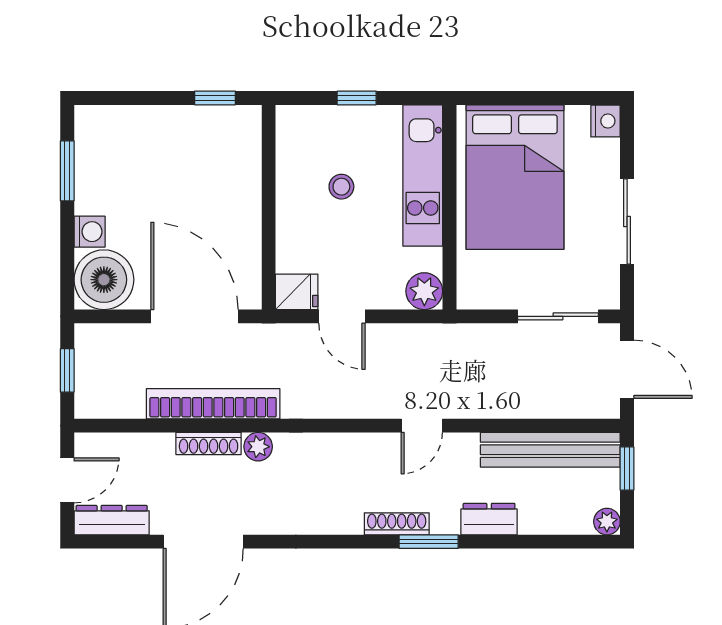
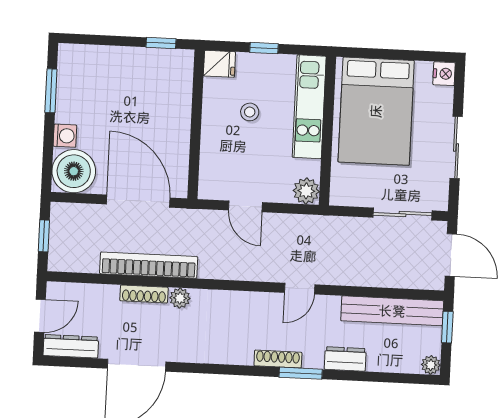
fridge: (297, 292) -> (219, 64), moved

